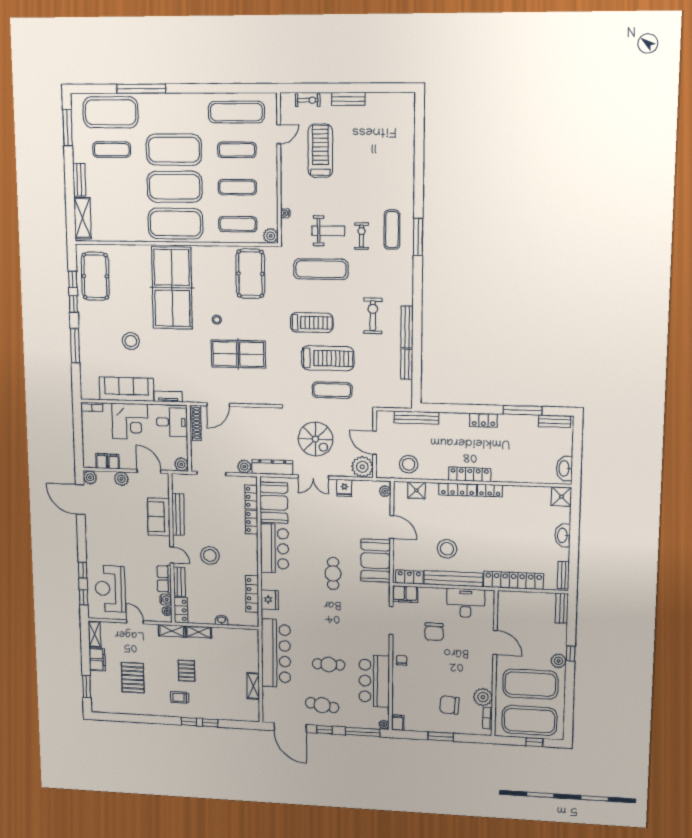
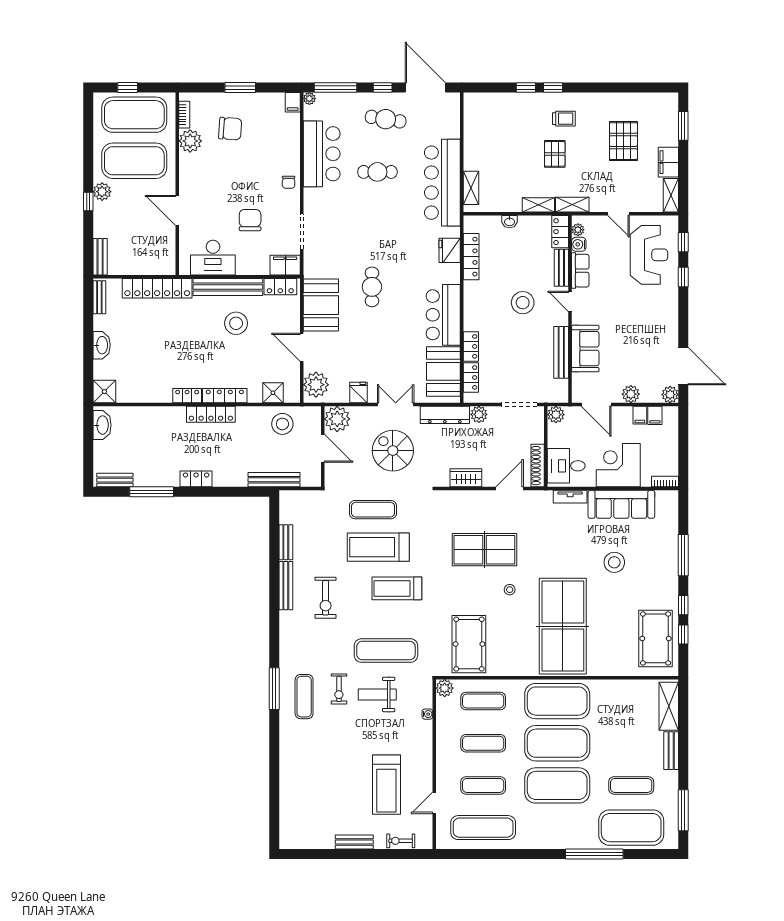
wardrobe: (254, 415) -> (466, 478), added
plant: (385, 491) -> (316, 385), width x1.88, depth x1.88
shelving: (253, 686) -> (471, 188), moved

